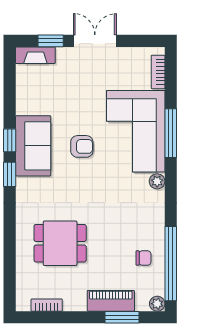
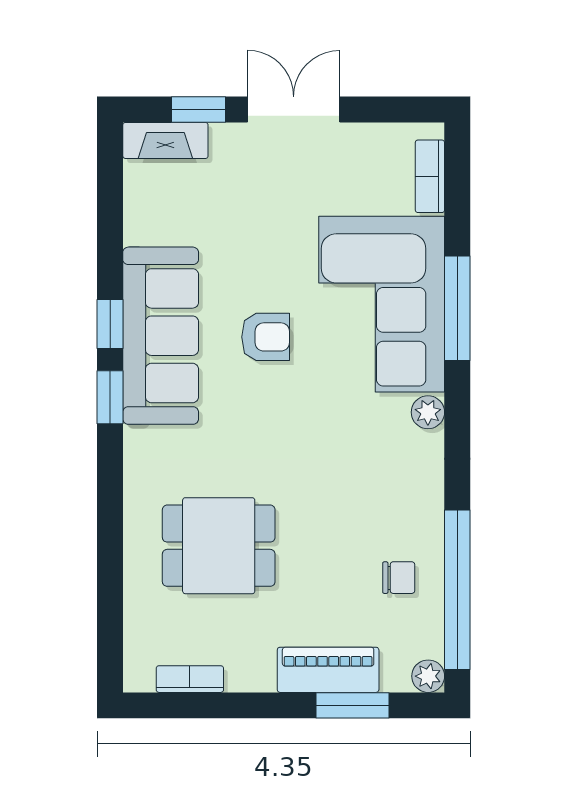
sofa: (33, 146) -> (161, 336), width x1.36

